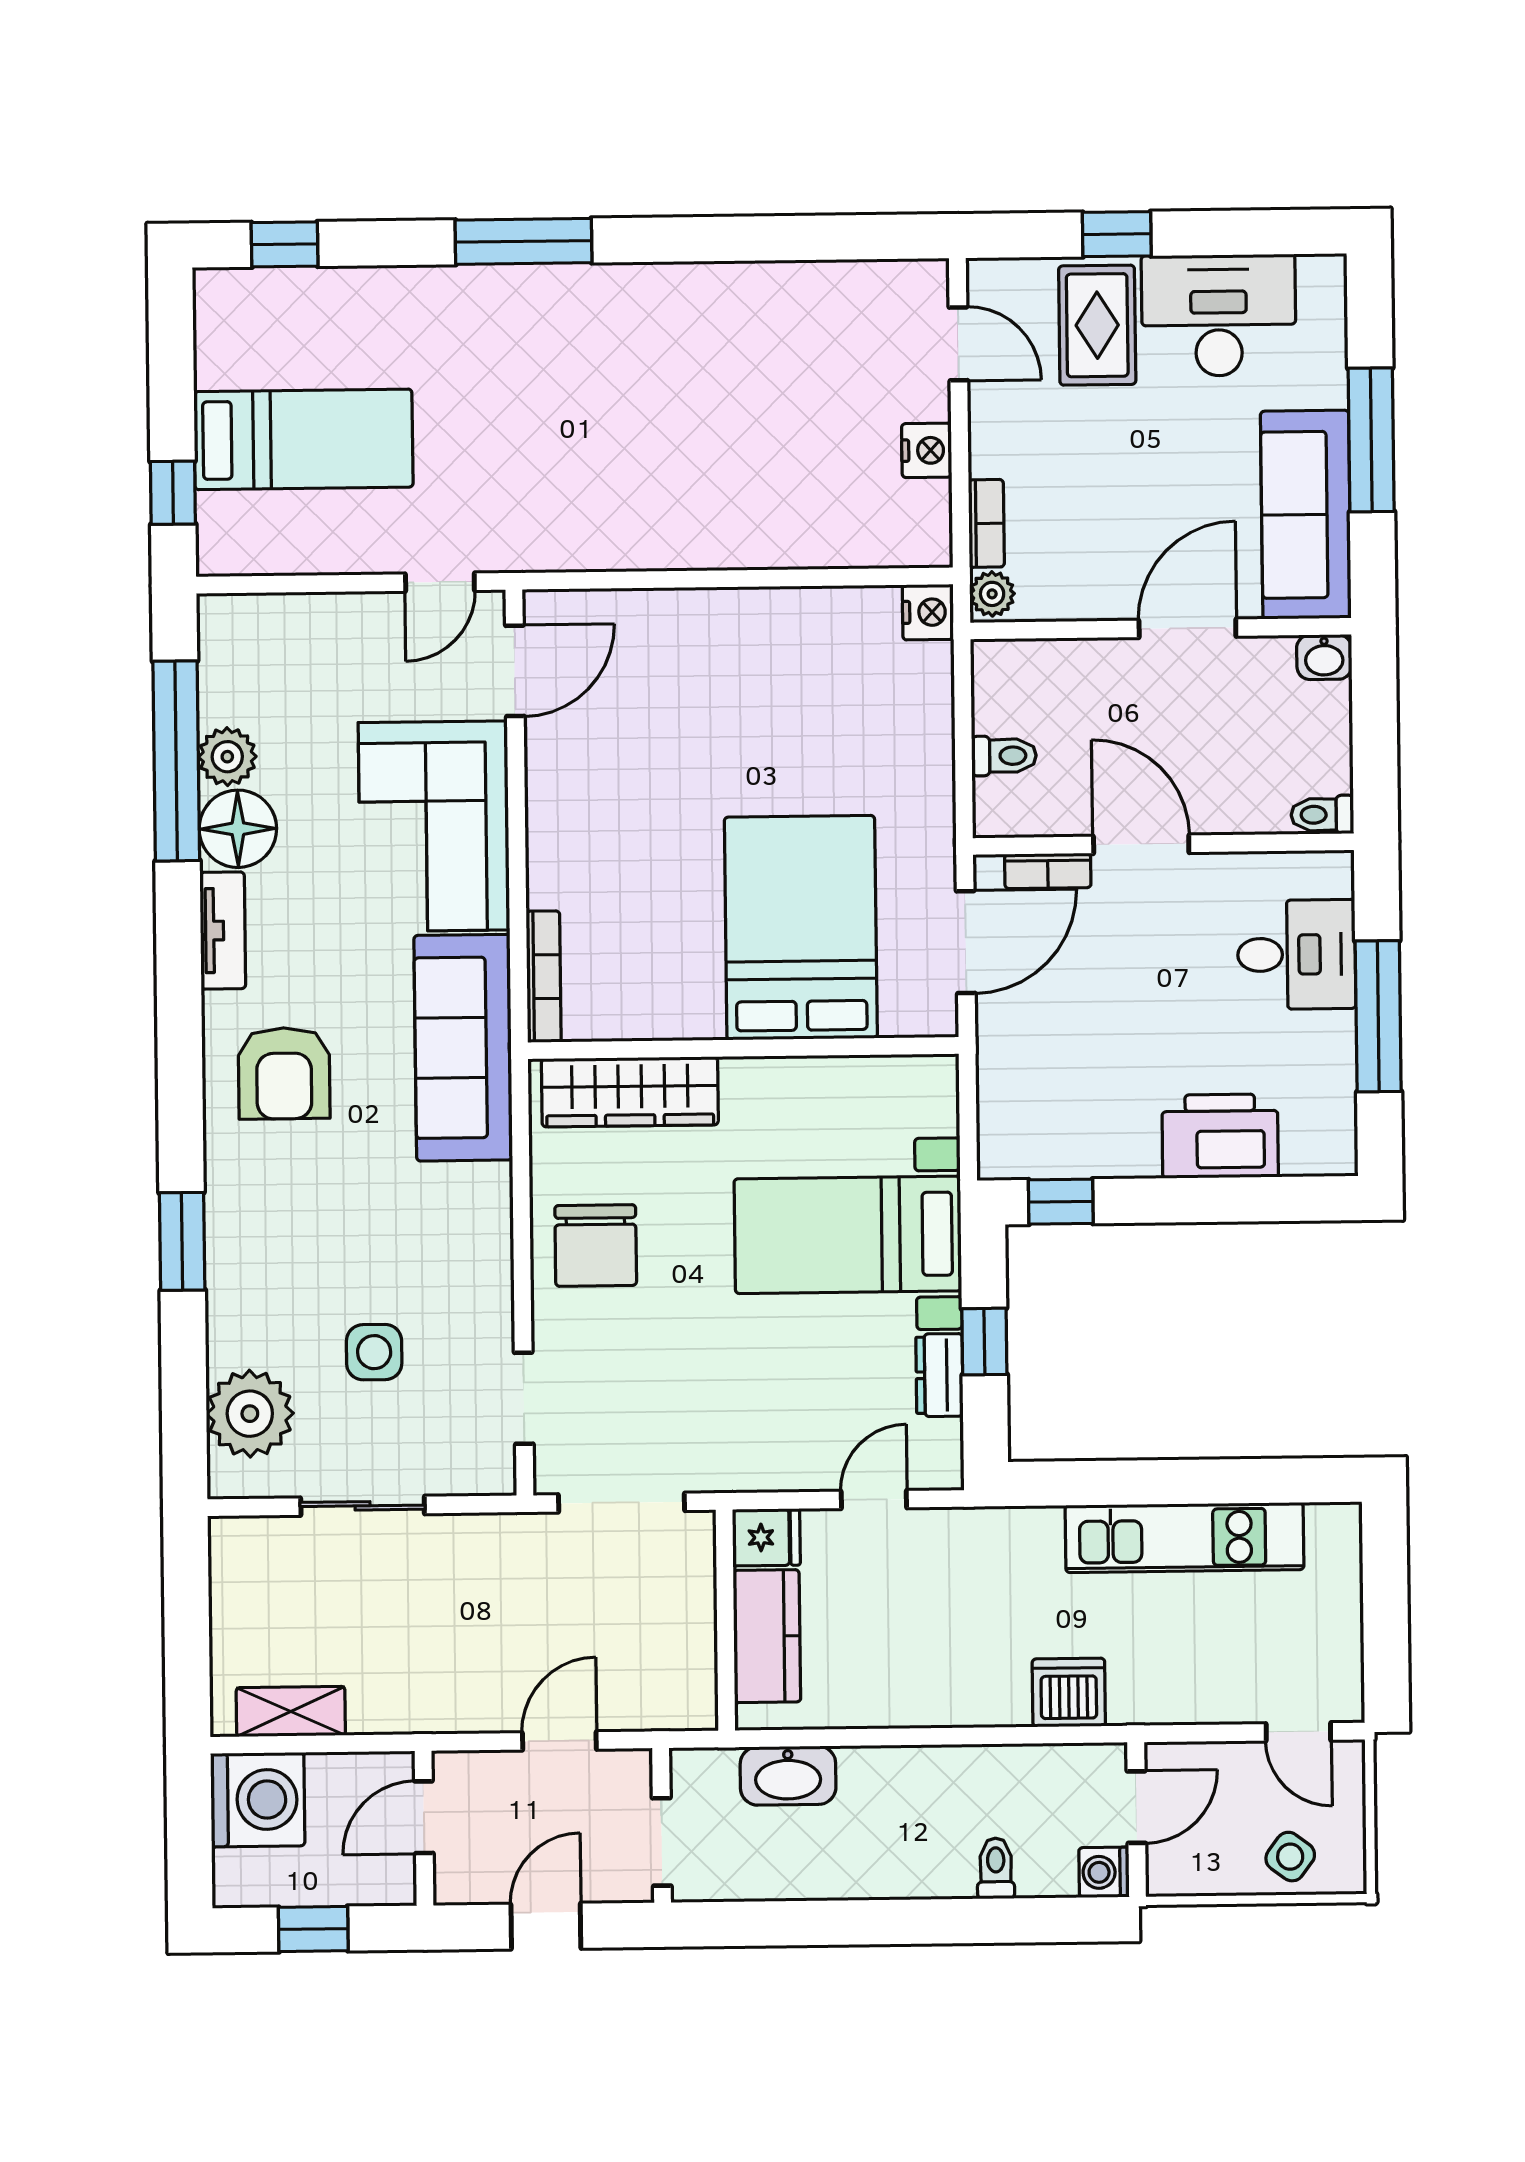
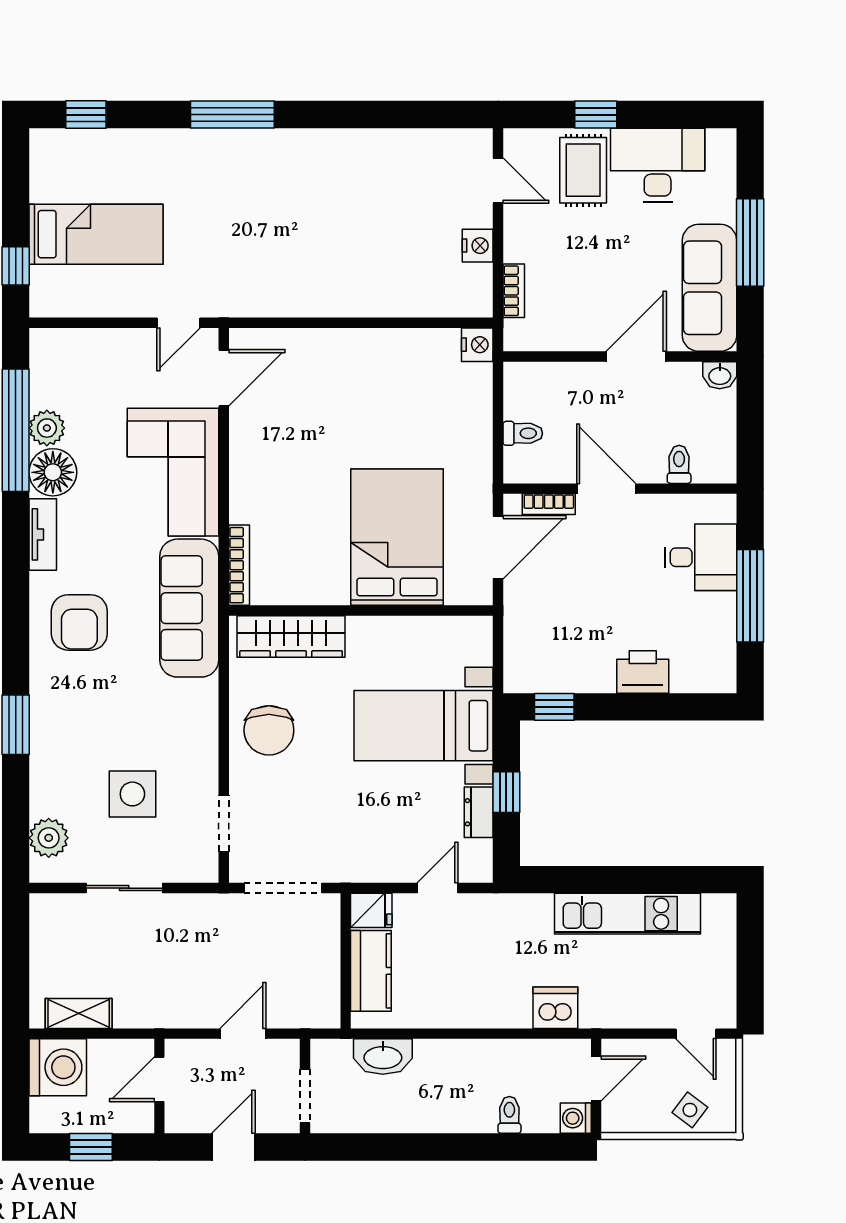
plant: (992, 594) -> (517, 334), removed
toilet: (1322, 815) -> (679, 464), moved, turned 90
printer: (1220, 1136) -> (643, 672), width x0.73, depth x0.84
side table: (374, 1352) -> (132, 794), width x1.37, depth x1.37
plant: (250, 1414) -> (49, 838), width x0.73, depth x0.73

